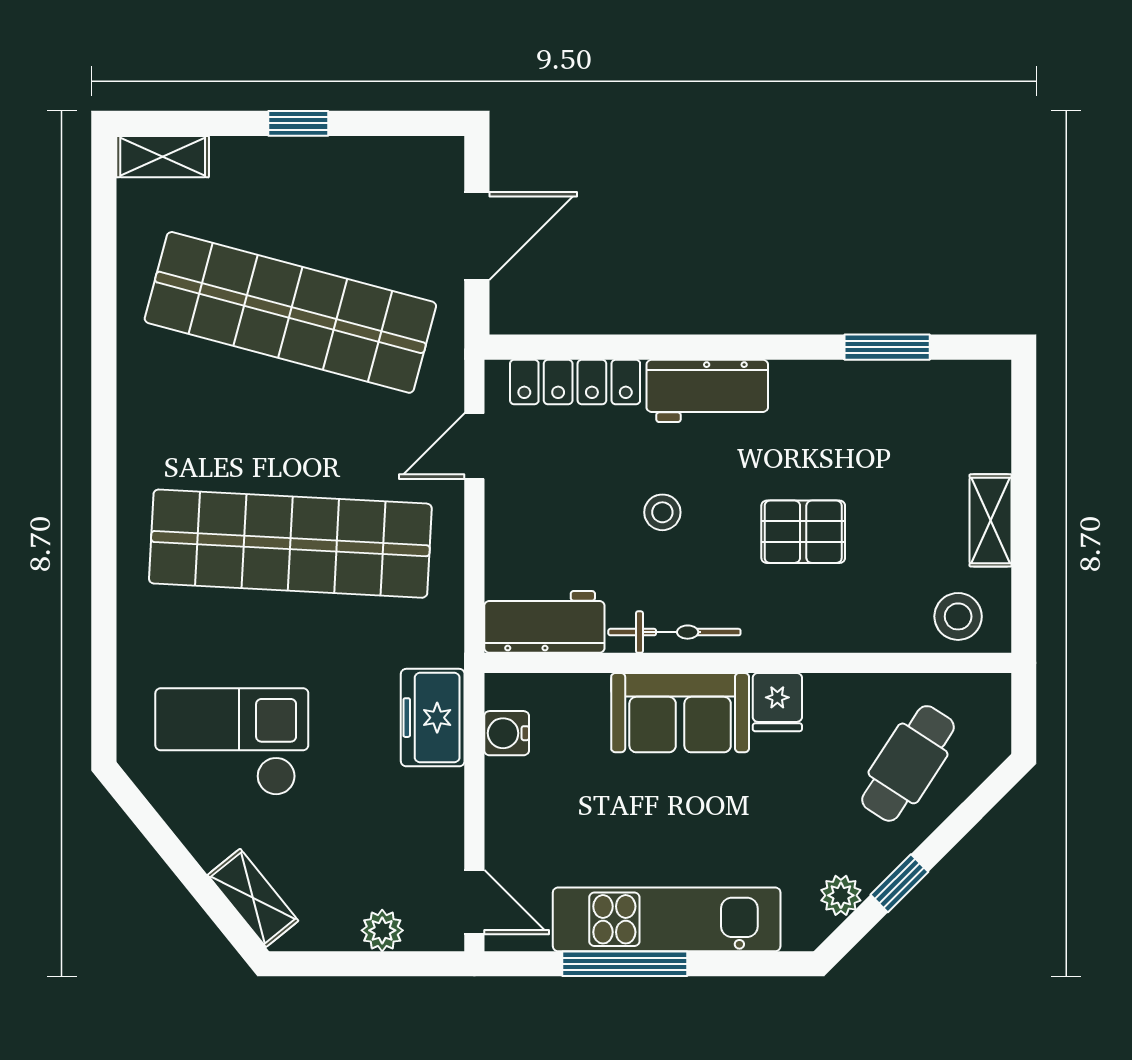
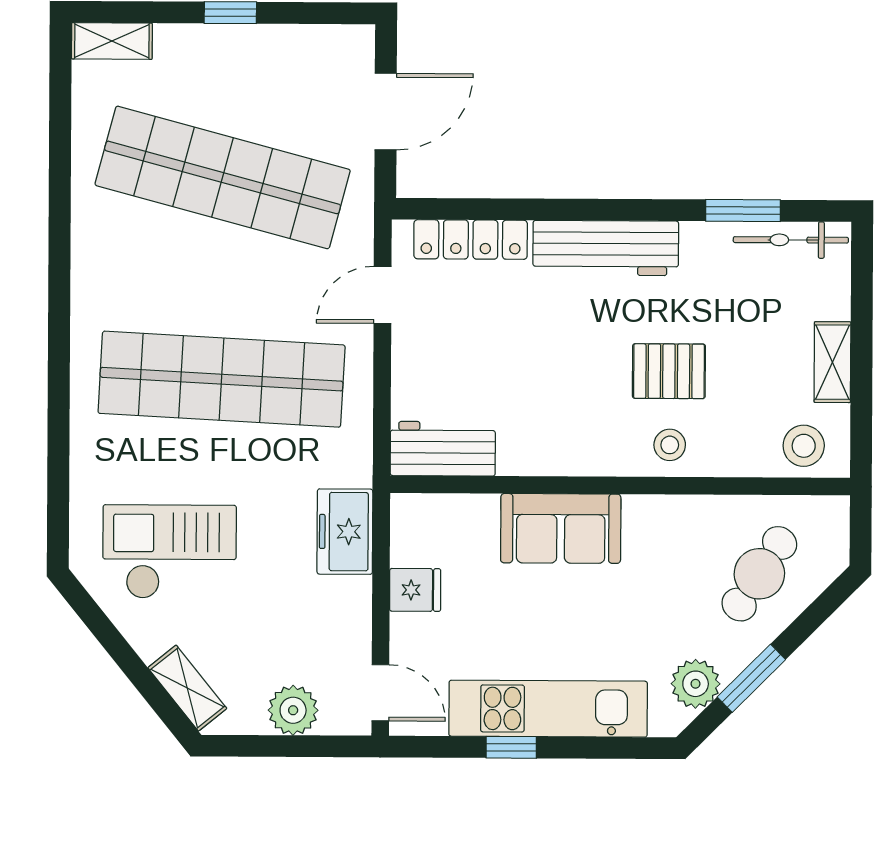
workbench: (707, 391) -> (606, 248), width x1.38
stool: (662, 512) -> (670, 445), moved
bicycle: (674, 632) -> (791, 240), moved, turned 180
fridge: (777, 702) -> (415, 590), moved, turned -90
water cooler: (507, 733) -> (409, 546), removed
window: (899, 883) -> (751, 678), width x1.50
plant: (841, 895) -> (696, 684), width x1.38, depth x1.38
plant: (382, 930) -> (293, 710), width x1.38, depth x1.38
window: (625, 964) -> (511, 747), width x0.46

